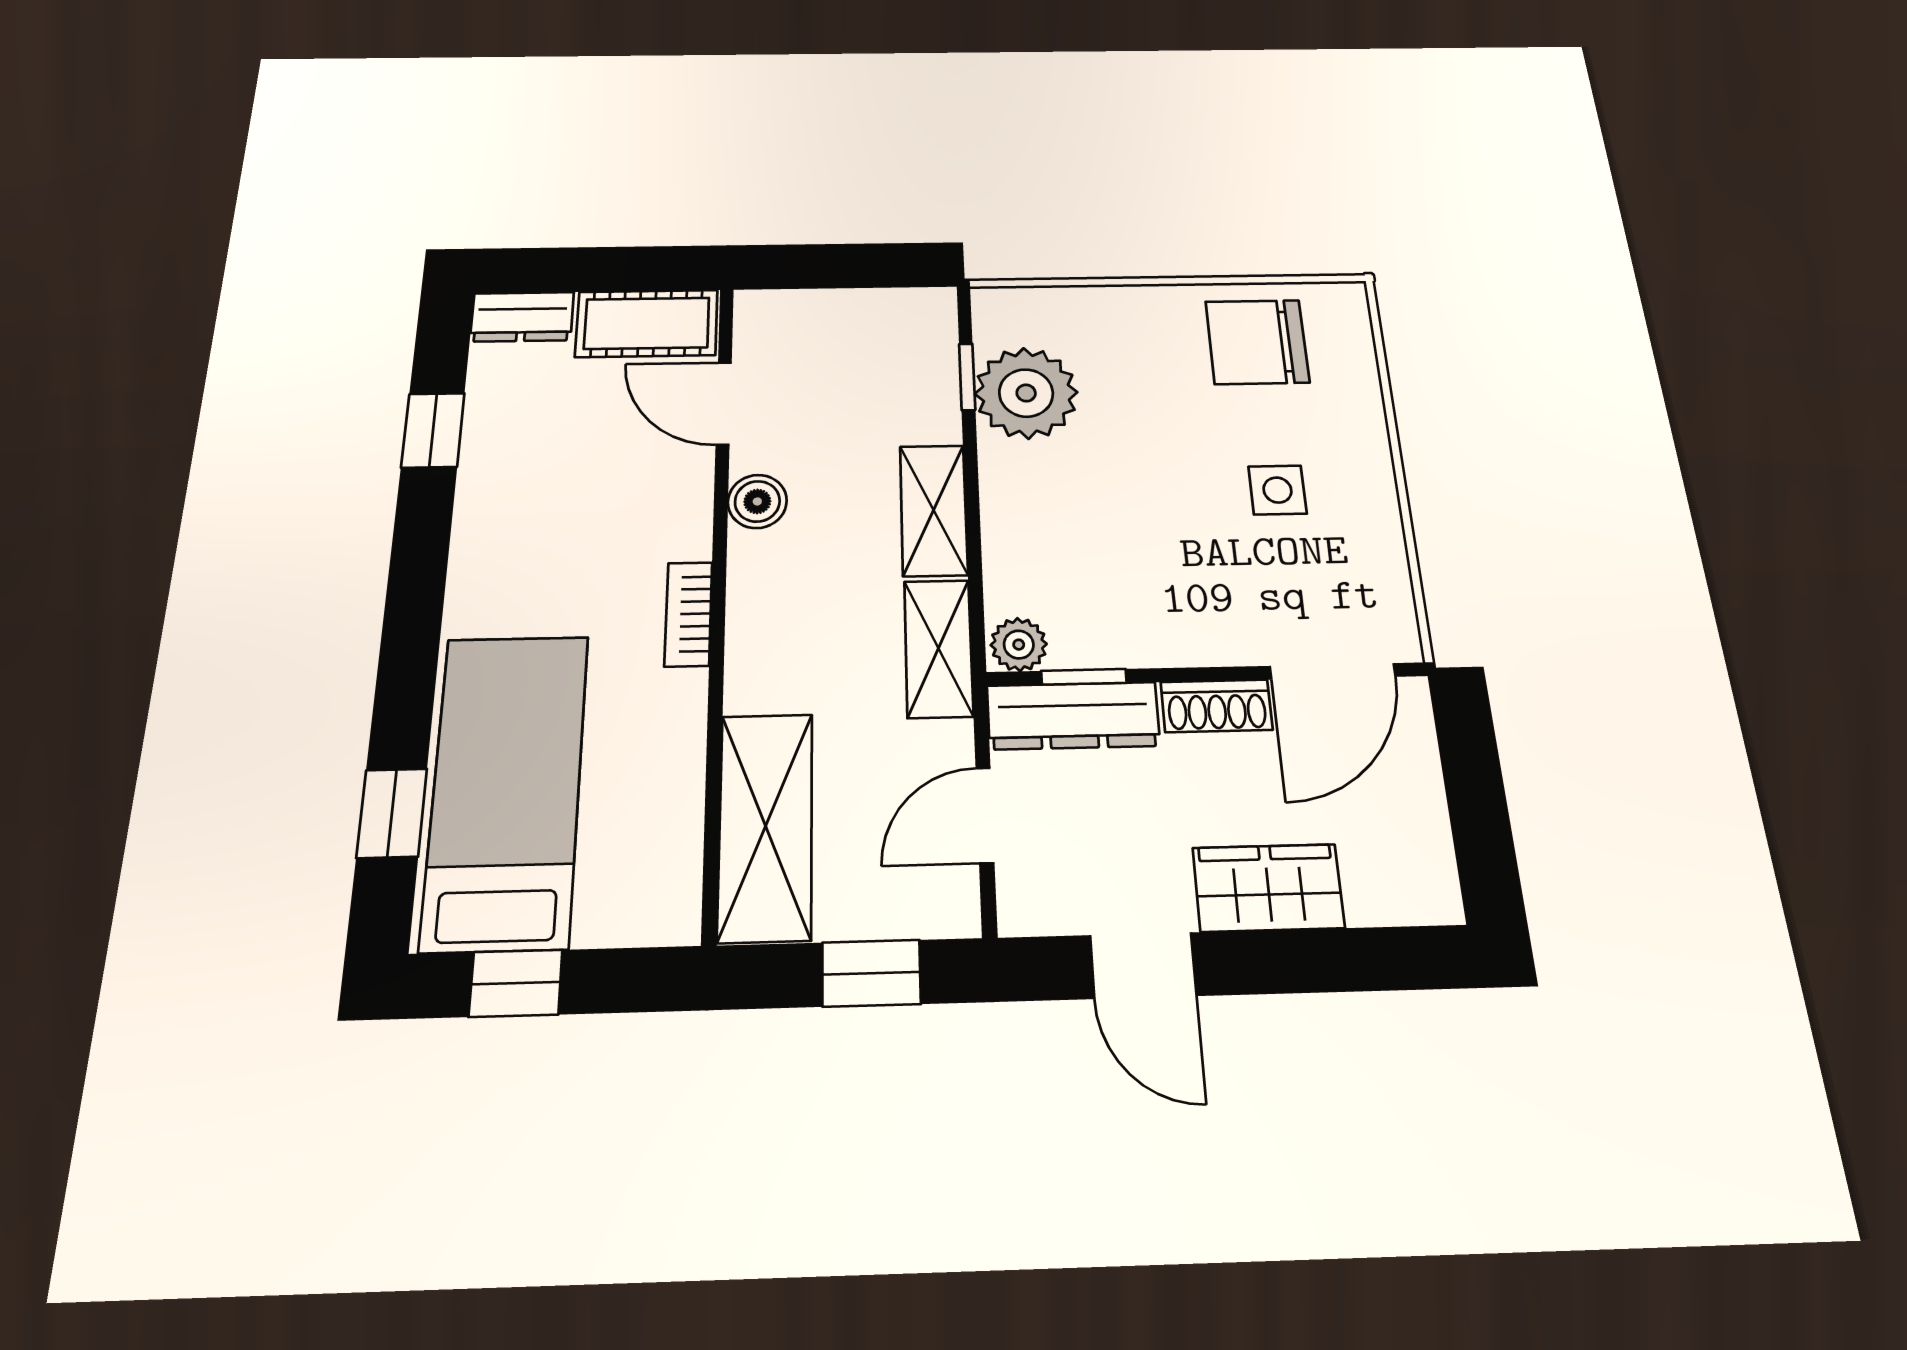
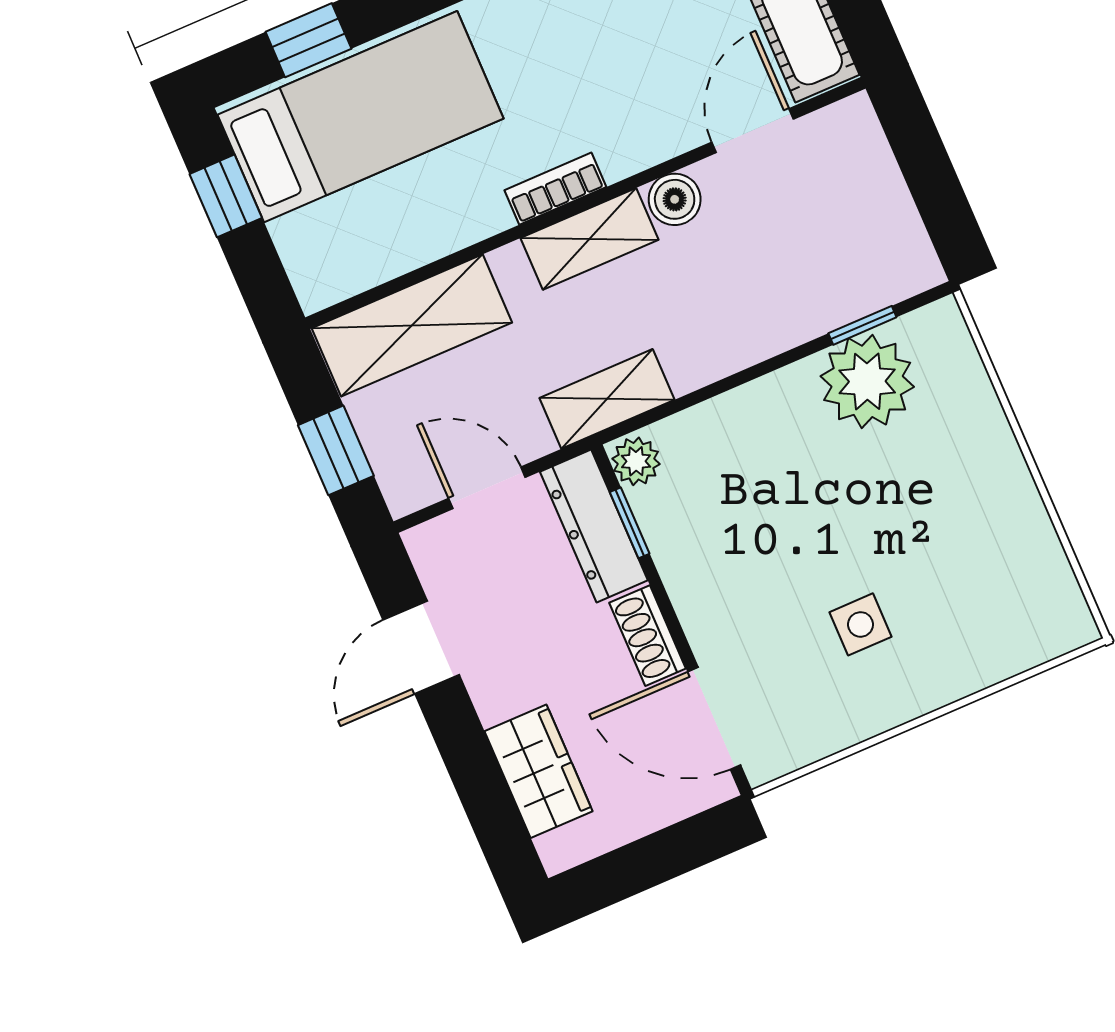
chair: (1257, 342) -> (1000, 562), removed
shelving: (934, 510) -> (589, 239), moved
wardrobe: (1268, 888) -> (538, 771), moved

